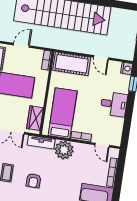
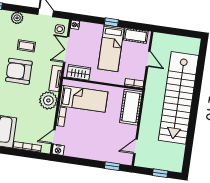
door: (101, 57) -> (135, 146), moved
nightstand: (127, 68) -> (58, 150), moved
desk: (114, 104) -> (93, 148), removed
armchair: (33, 181) -> (19, 71), width x1.88, depth x1.88

